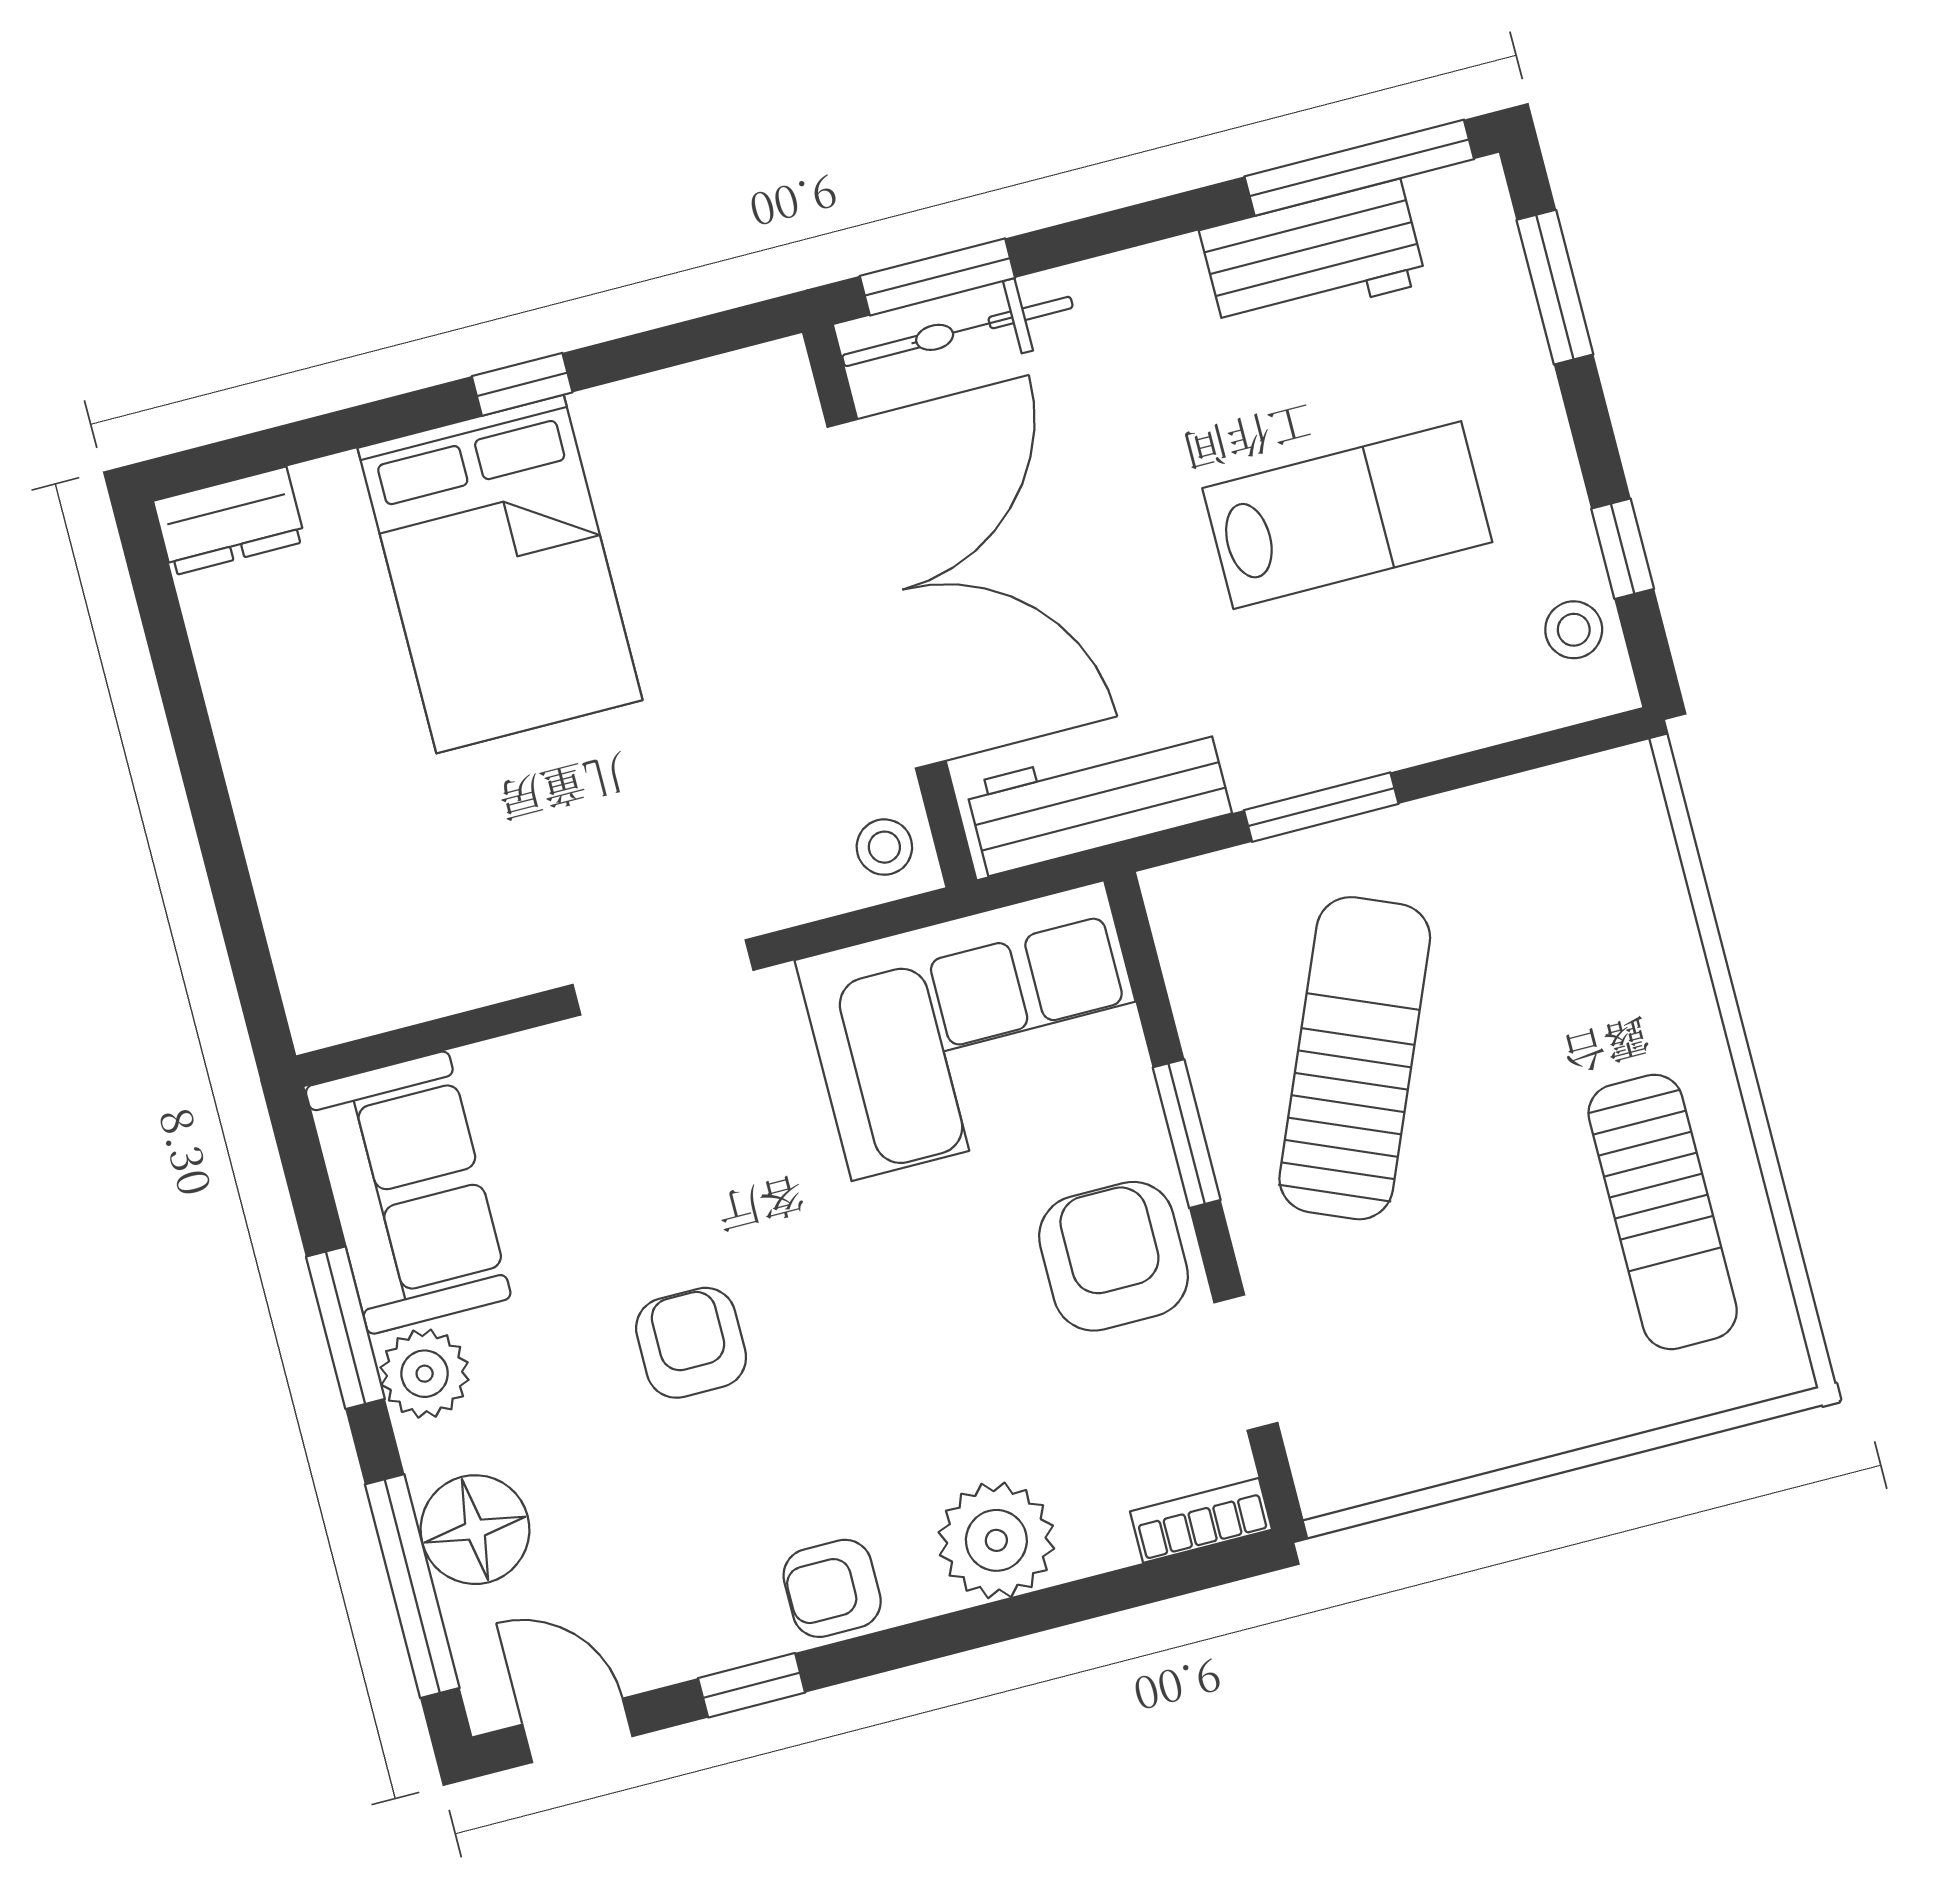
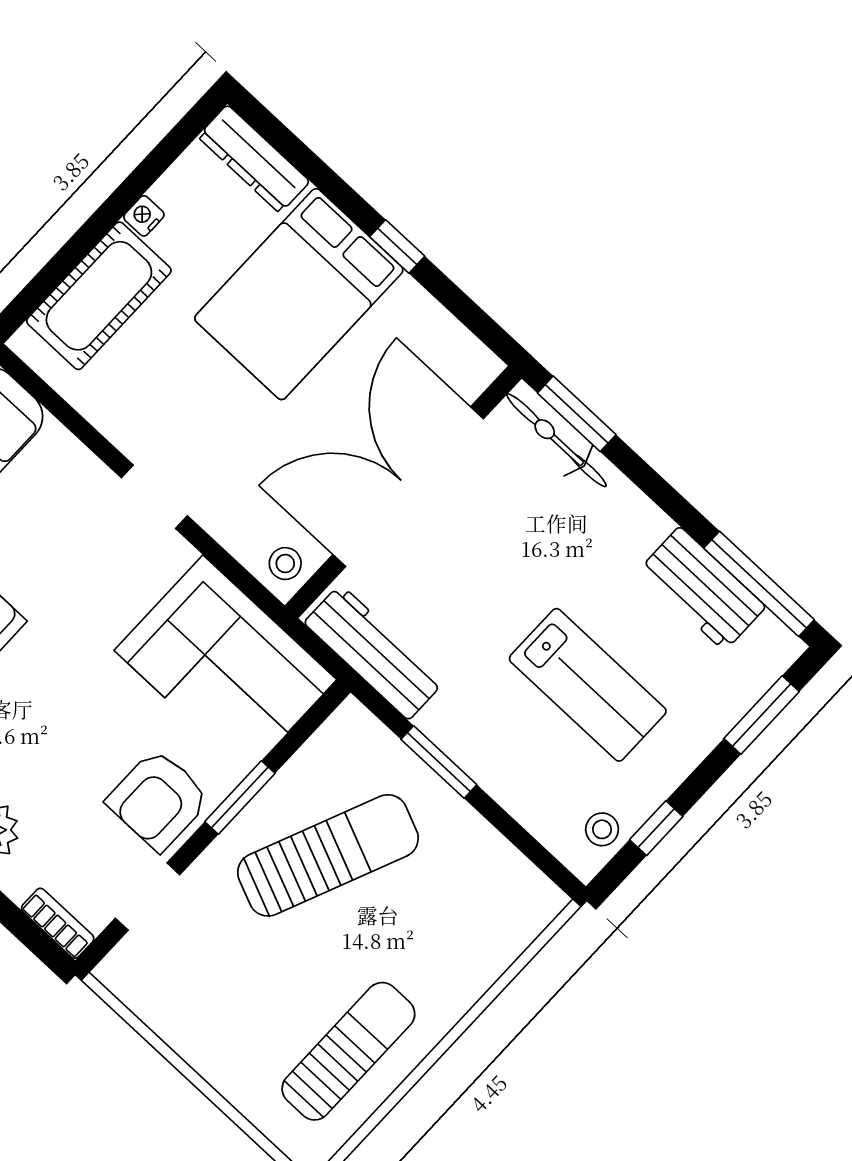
dresser: (229, 521) -> (254, 159), width x1.44
double door: (887, 594) -> (408, 487), swing flipped
nightstand: (239, 729) -> (144, 216), added
cot: (315, 870) -> (99, 296), added
doorway: (663, 977) -> (154, 497), width x0.73
sun lounger: (1663, 1212) -> (348, 1051), turned 180
armchair: (1114, 1256) -> (158, 800), turned 180

